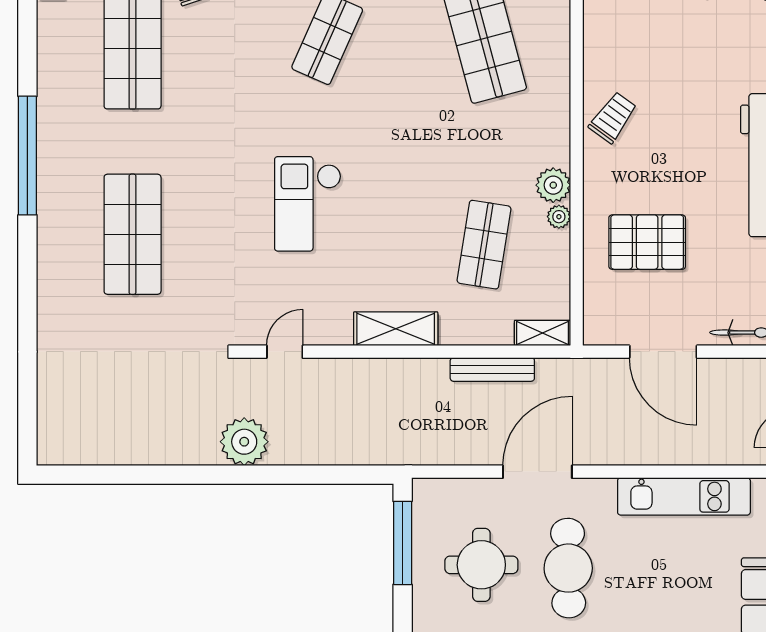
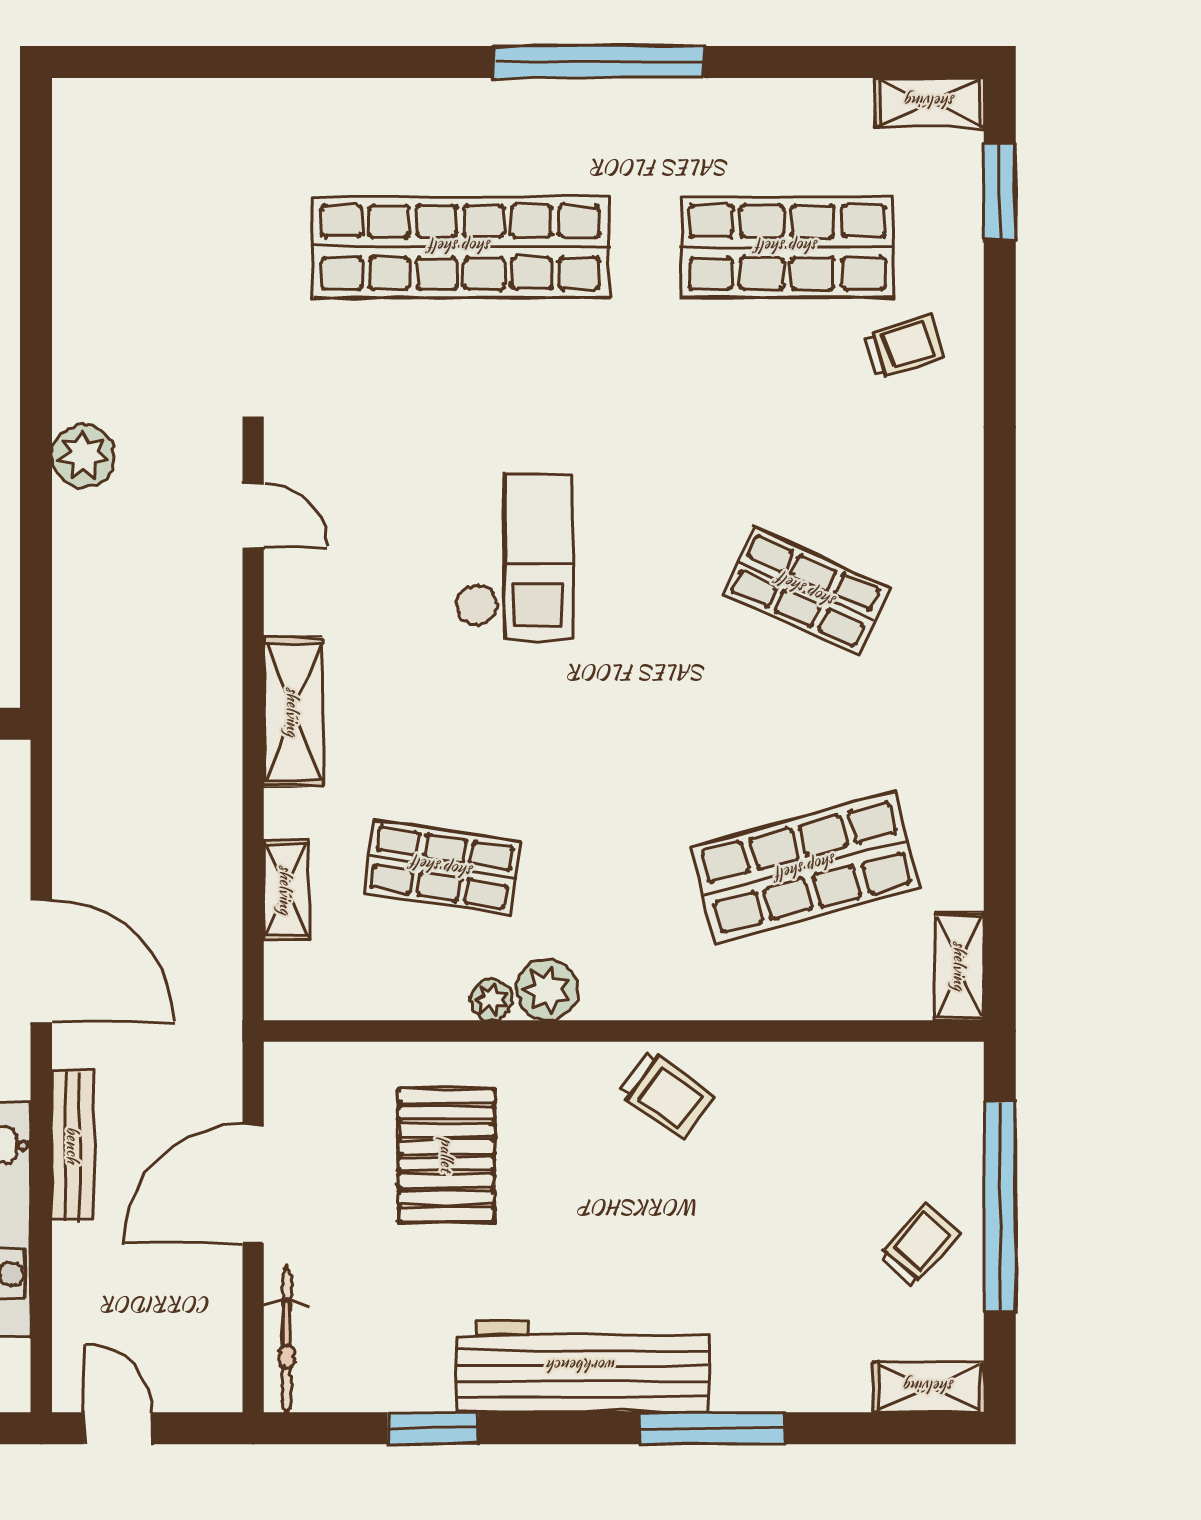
checkout: (308, 204) -> (514, 556), turned 90
shop shelf: (133, 234) -> (460, 247), width x1.40
shelving: (542, 333) -> (286, 890), moved
bench: (492, 369) -> (73, 1145), moved
plant: (244, 442) -> (83, 456), width x0.73, depth x0.73

